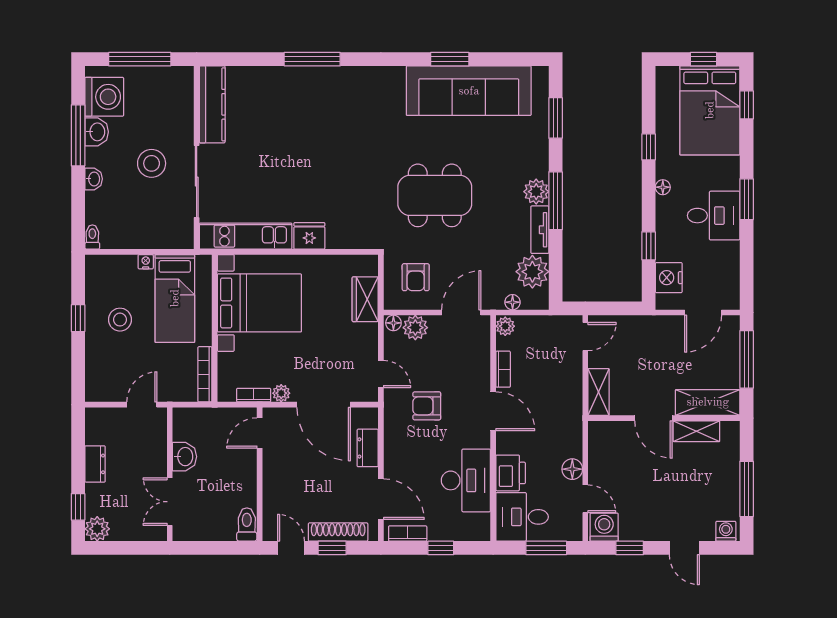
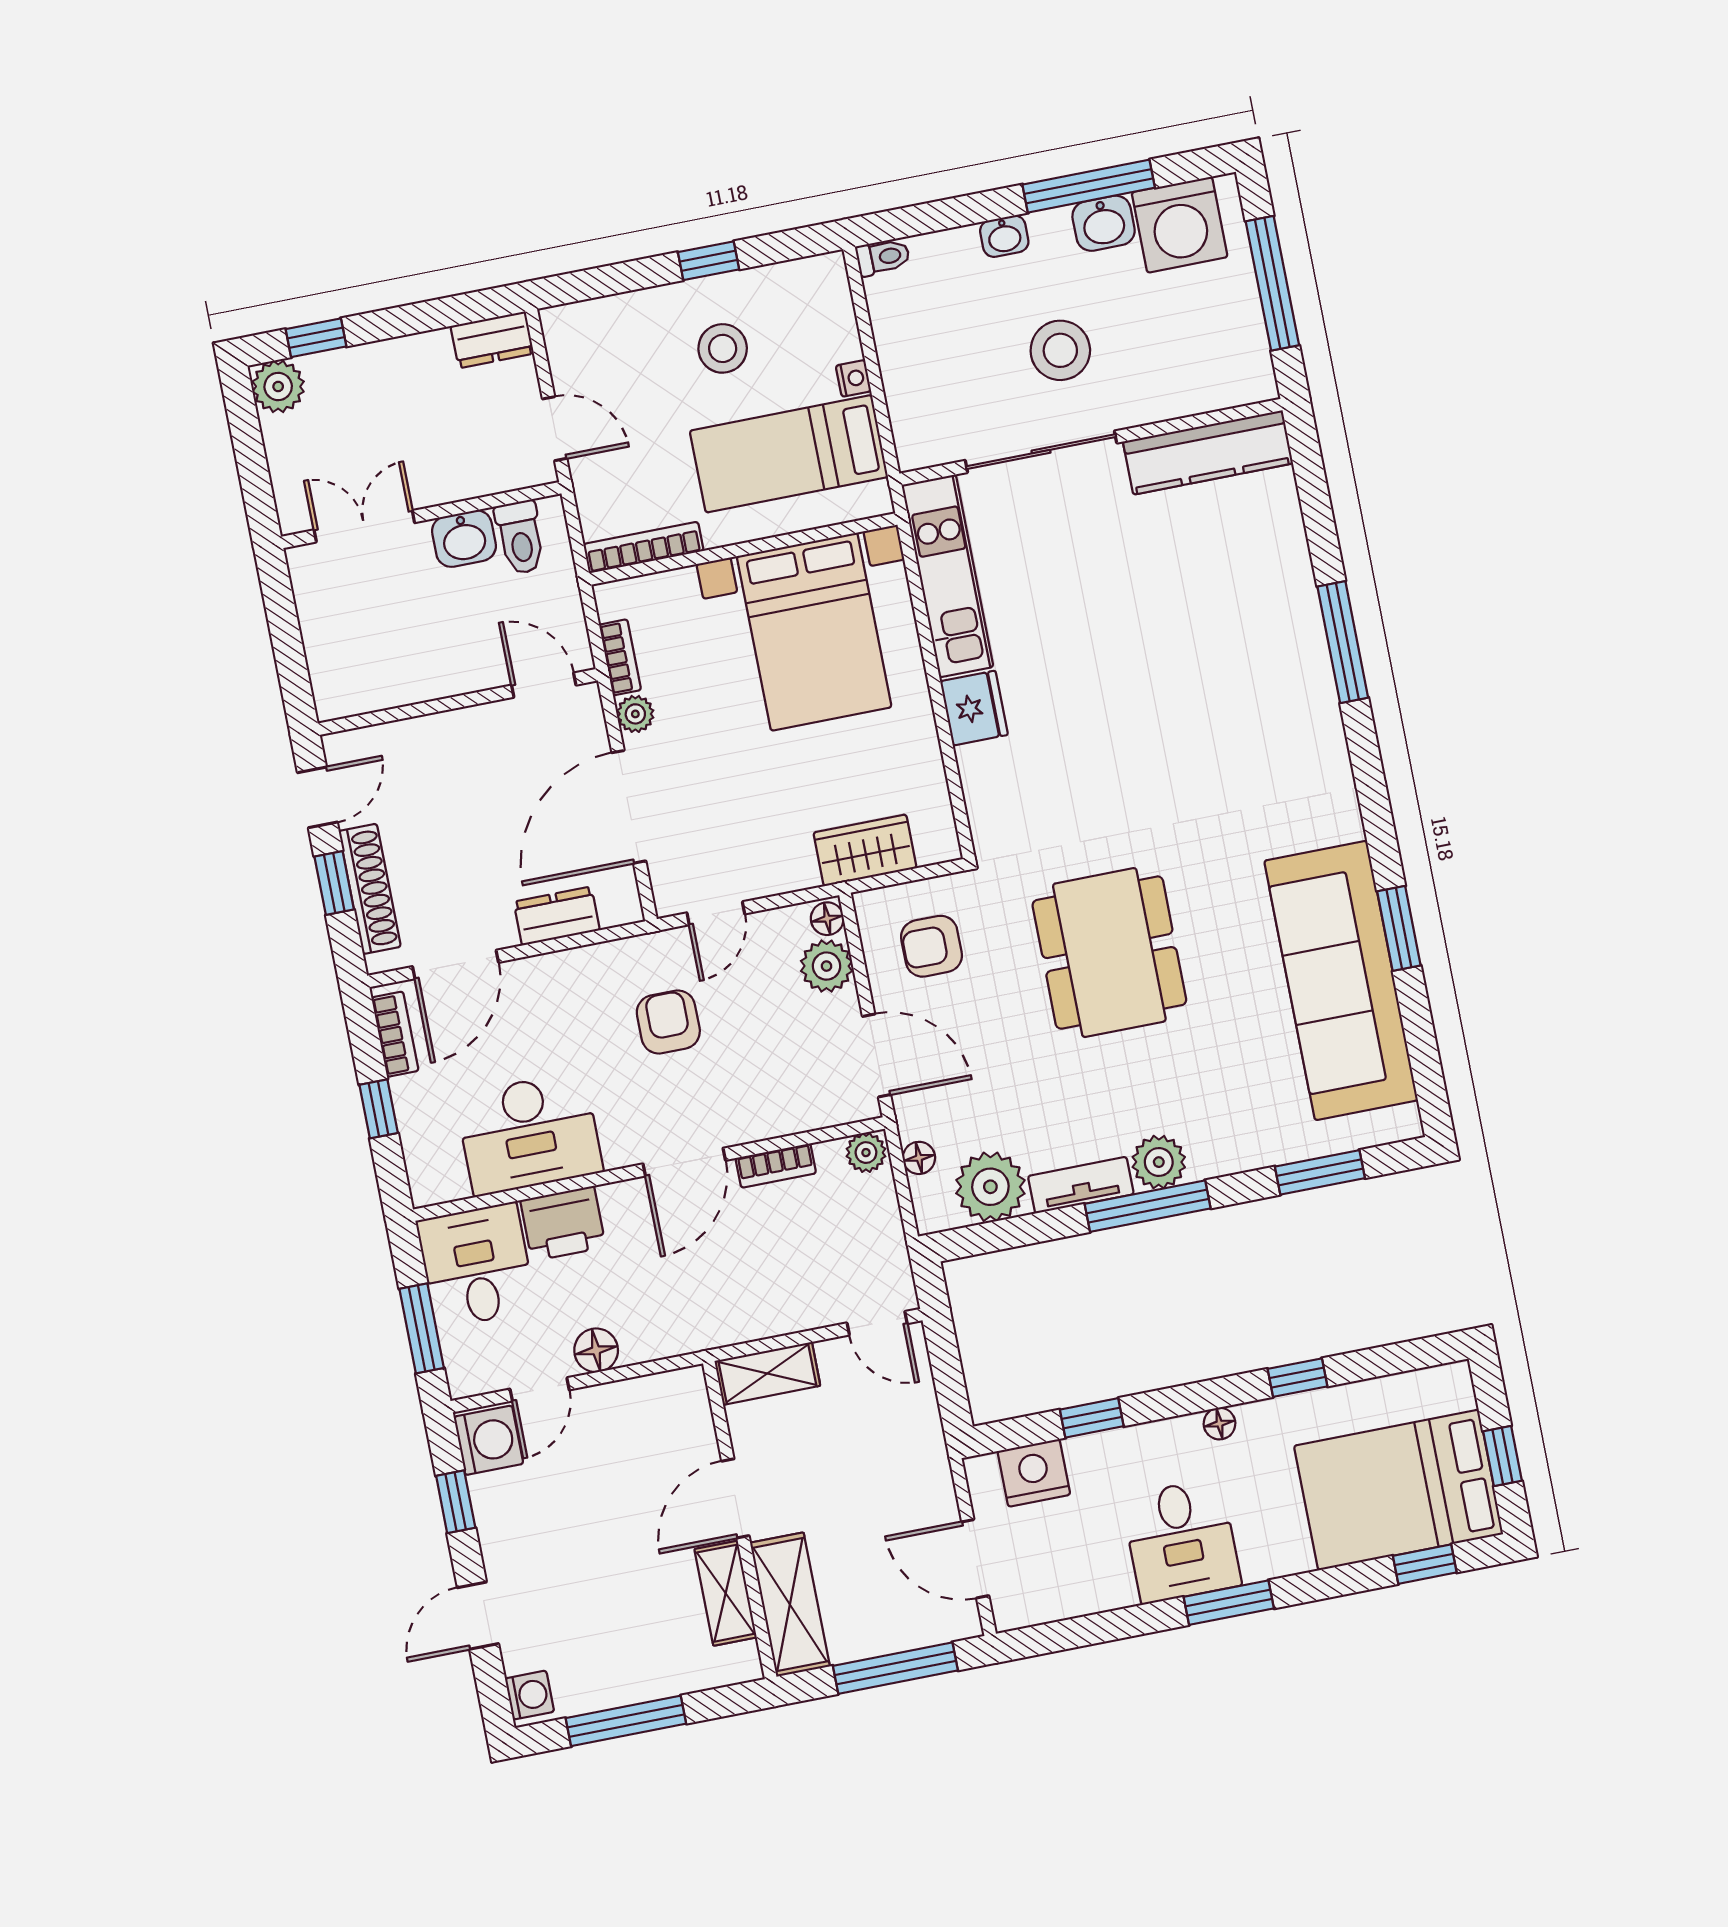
dresser: (95, 464) -> (492, 340), moved
toilet: (247, 525) -> (520, 537), moved, turned 90

